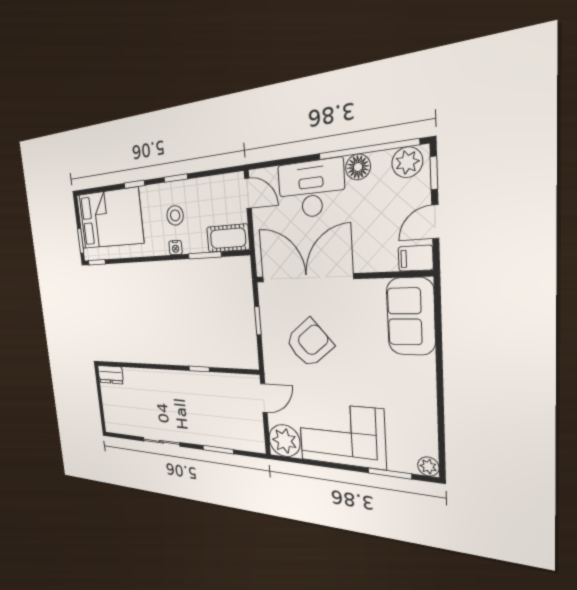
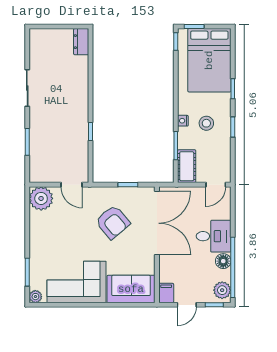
desk: (311, 189) -> (214, 236), width x0.73
door: (435, 222) -> (187, 305), swing flipped
corner sofa: (341, 435) -> (76, 282), moved, turned -90

